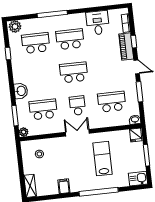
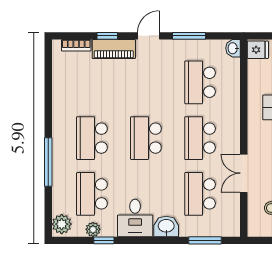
desk: (98, 23) -> (135, 218), moved, turned -90
school desk: (77, 106) -> (200, 138), width x1.85
plant: (24, 132) -> (93, 229), moved
double door: (77, 133) -> (244, 173), moved

